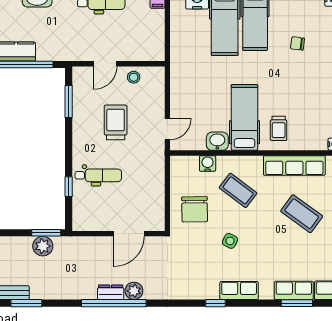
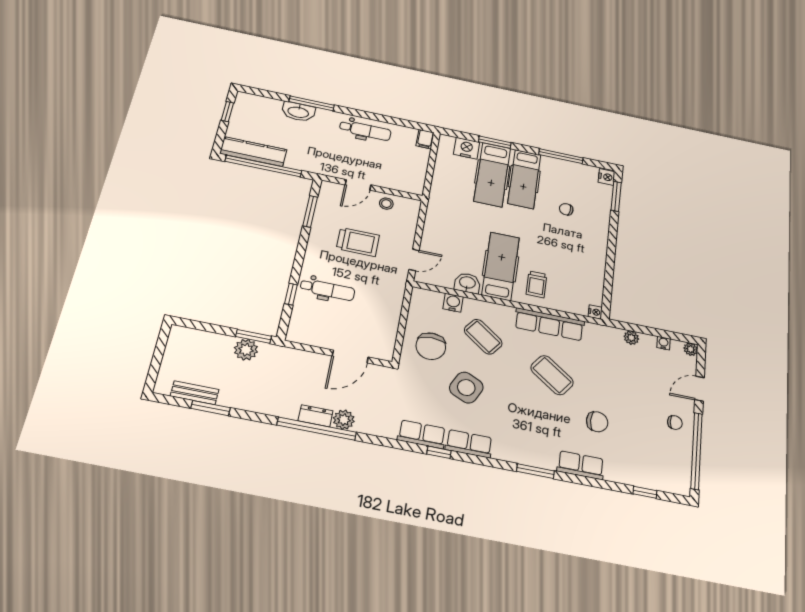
trolley: (116, 122) -> (358, 242), turned 90
side table: (230, 241) -> (466, 388), width x1.87, depth x1.87
row of seats: (294, 290) -> (422, 434), moved

